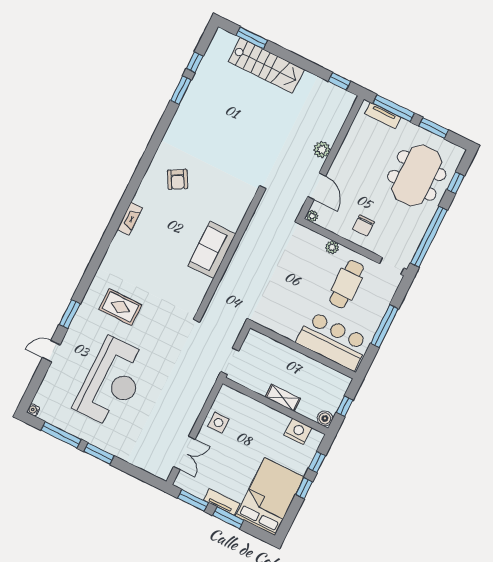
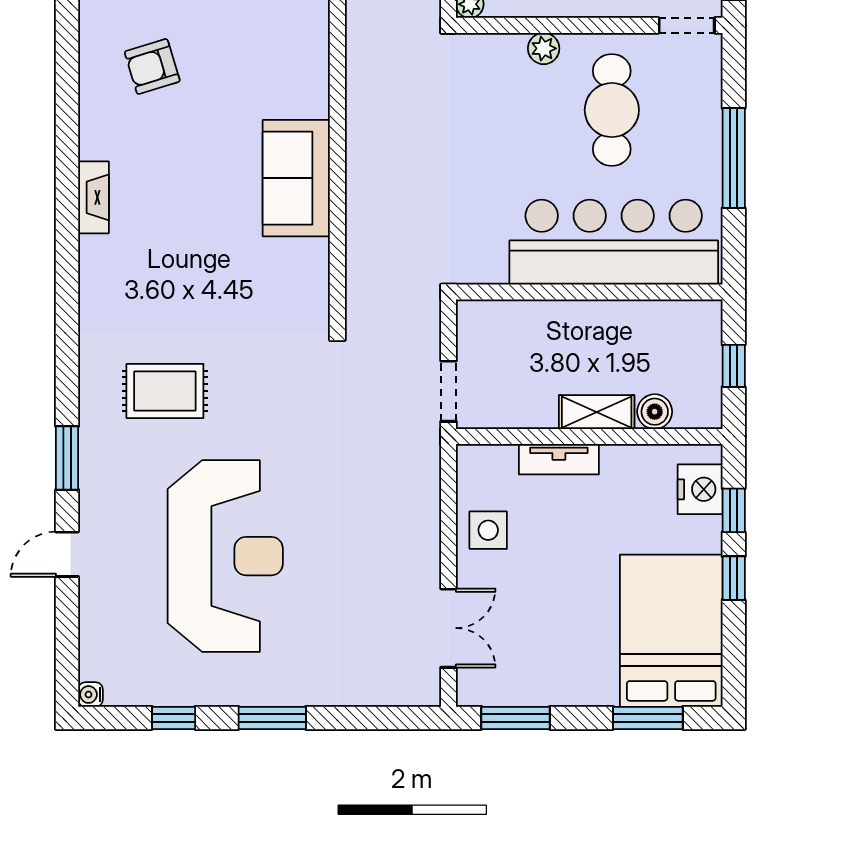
armchair: (178, 179) -> (152, 67), turned 102
bar counter: (333, 341) -> (614, 242), width x1.36
boiler: (325, 418) -> (655, 412), moved
nightstand: (298, 431) -> (700, 489), moved, turned 90
window: (61, 435) -> (174, 718), width x0.46
tv unit: (222, 502) -> (559, 459), moved, turned 180
window: (228, 518) -> (648, 718), moved

